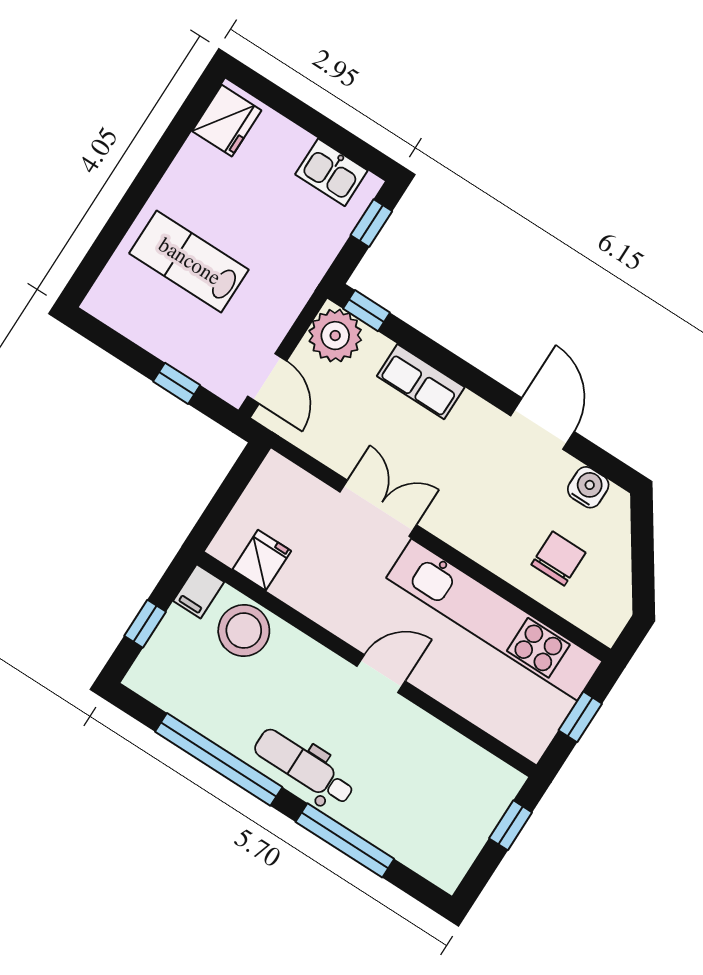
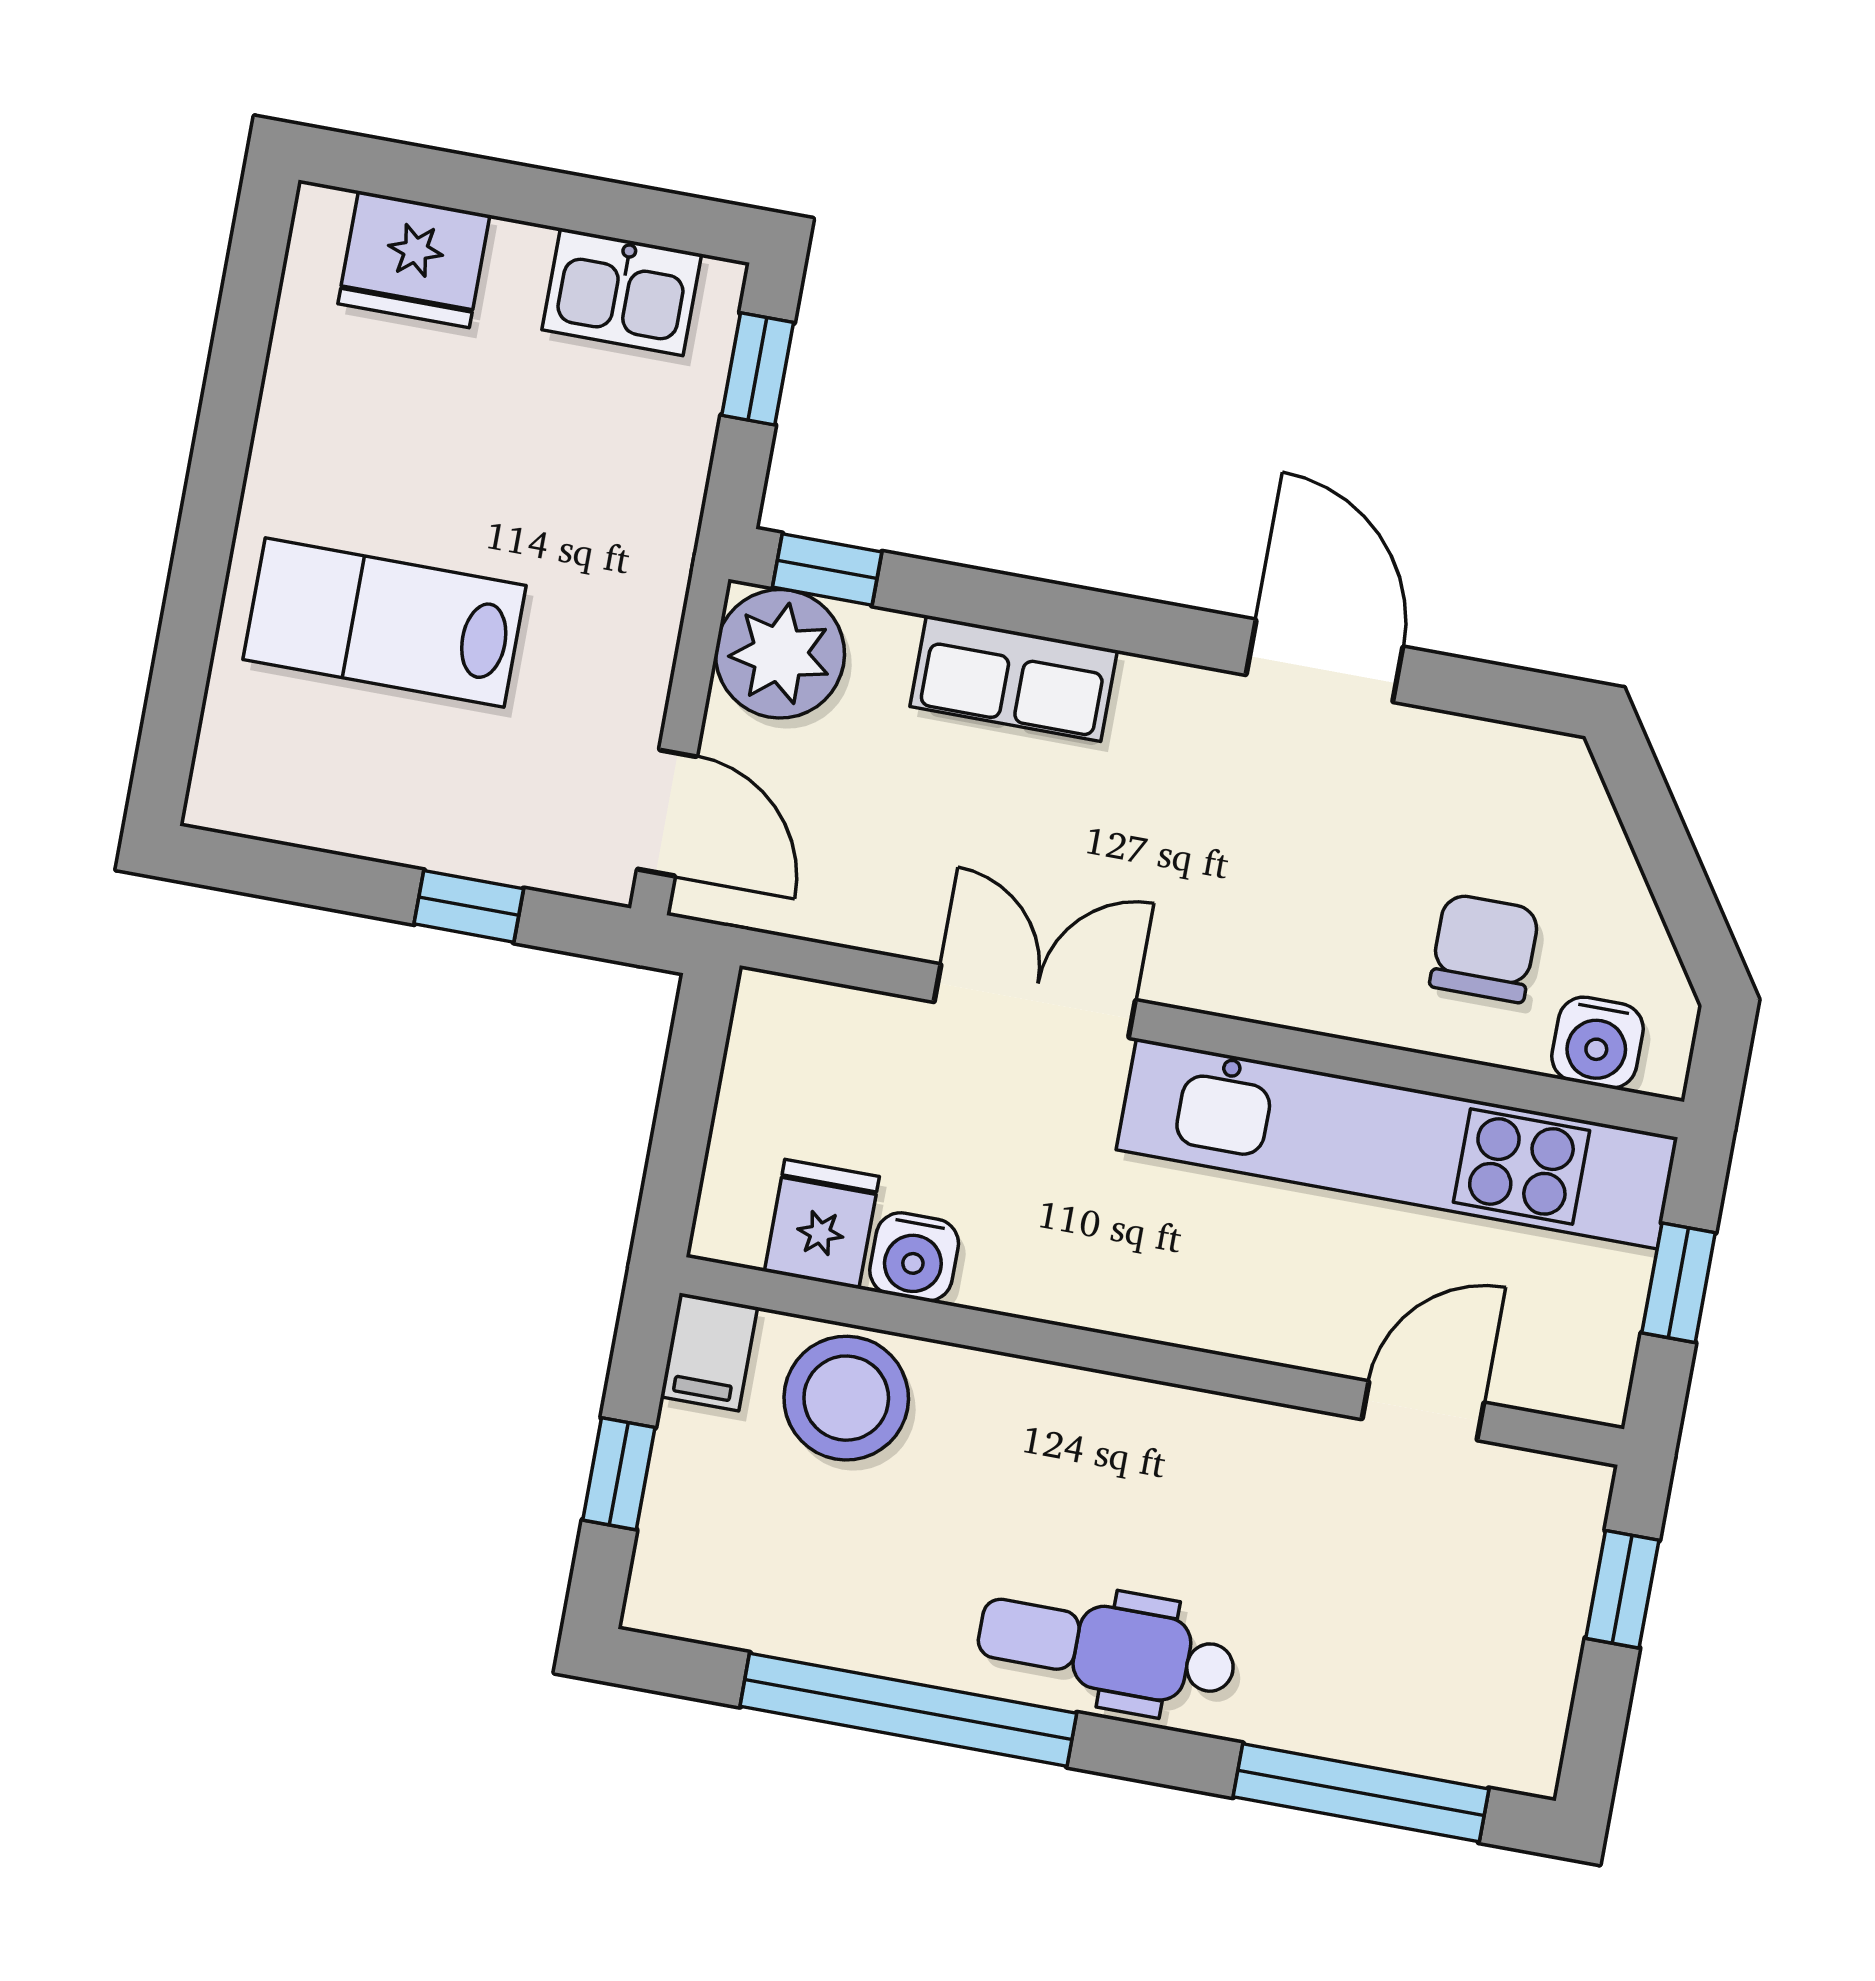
fridge: (227, 121) -> (414, 259), moved, turned 90
water cooler: (588, 487) -> (1598, 1043), moved, turned 180
water cooler: (292, 587) -> (914, 1257), added
door: (381, 674) -> (1423, 1411), moved
window: (345, 840) -> (1361, 1793), moved

